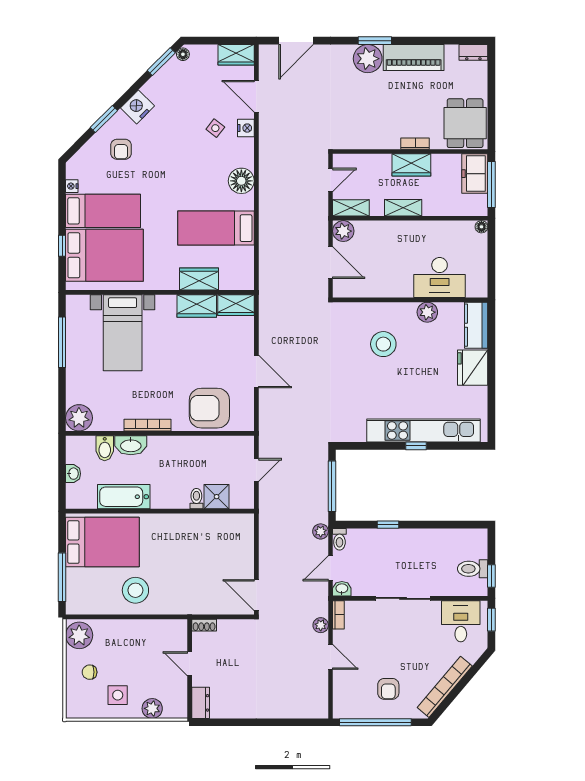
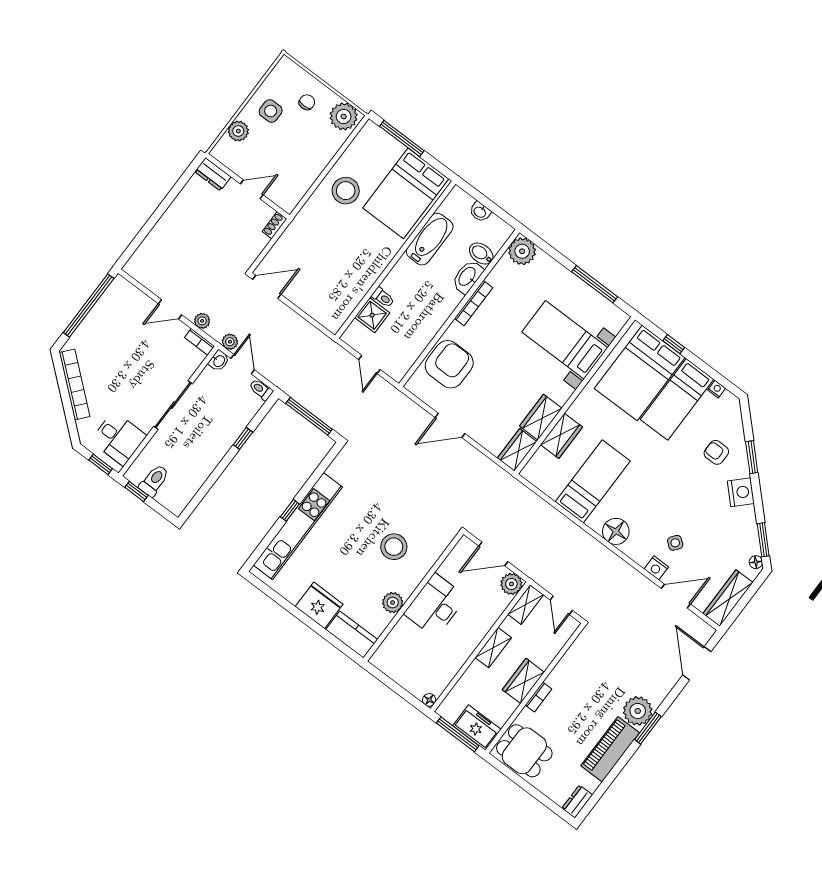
wardrobe: (236, 55) -> (728, 598), width x1.50
desk: (440, 278) -> (435, 605), moved
plant: (321, 531) -> (230, 342), moved
armchair: (388, 689) -> (108, 337), removed

